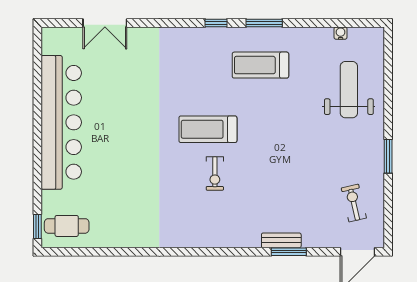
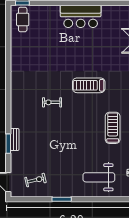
weight bench: (349, 90) -> (99, 177), turned 180
bar counter: (61, 122) -> (81, 16), width x0.54
treadmill: (208, 129) -> (89, 85), moved, turned -90

